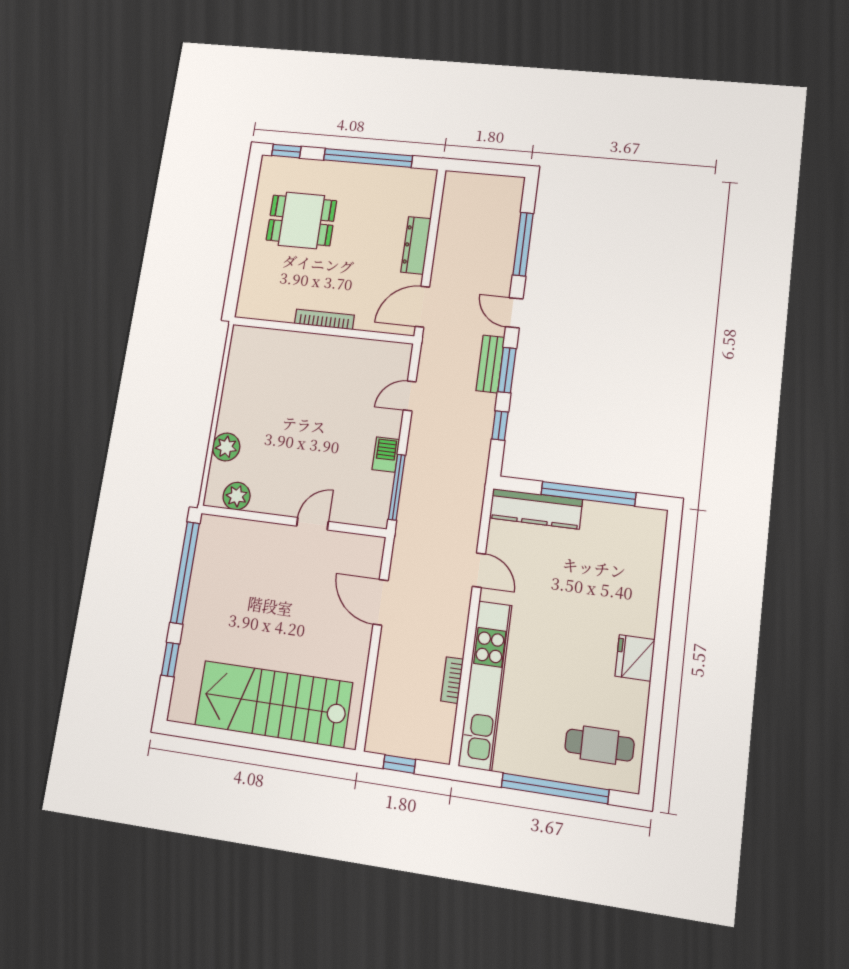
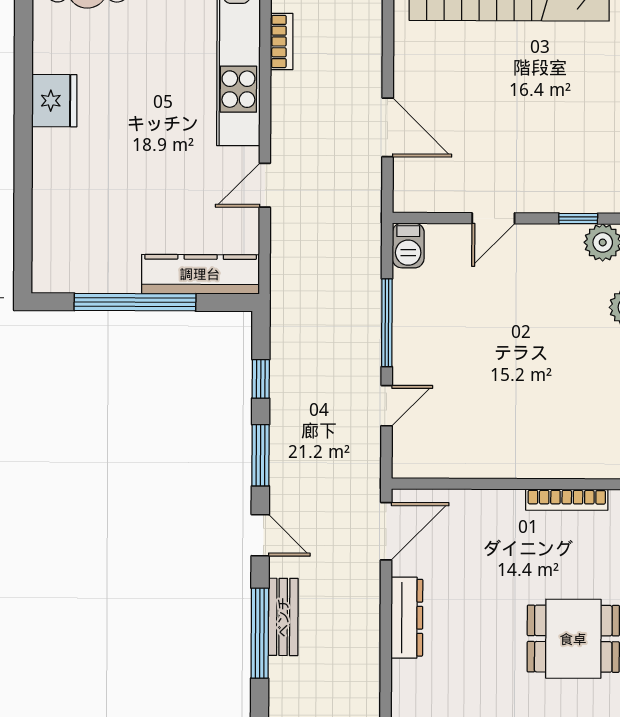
bookcase: (324, 319) -> (567, 500), moved
bench: (490, 364) -> (283, 617), moved
barbecue: (386, 455) -> (408, 245), moved
window: (397, 487) -> (387, 323), moved
window: (251, 516) -> (578, 219), added
door: (479, 570) -> (265, 185), hinge flipped

